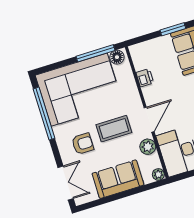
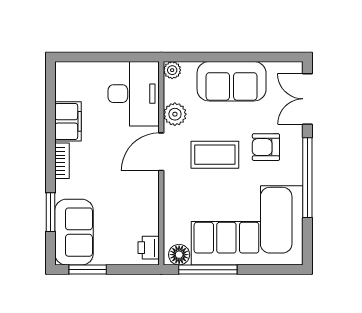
printer: (145, 78) -> (149, 248), moved
window: (44, 114) -> (307, 178), moved

